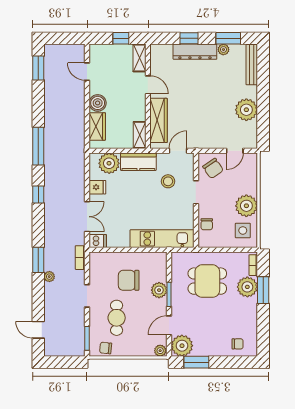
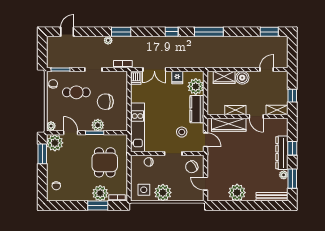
door: (148, 85) -> (256, 116), hinge flipped
shelving: (140, 135) -> (235, 110), moved
chair: (129, 280) -> (105, 102), turned -90

